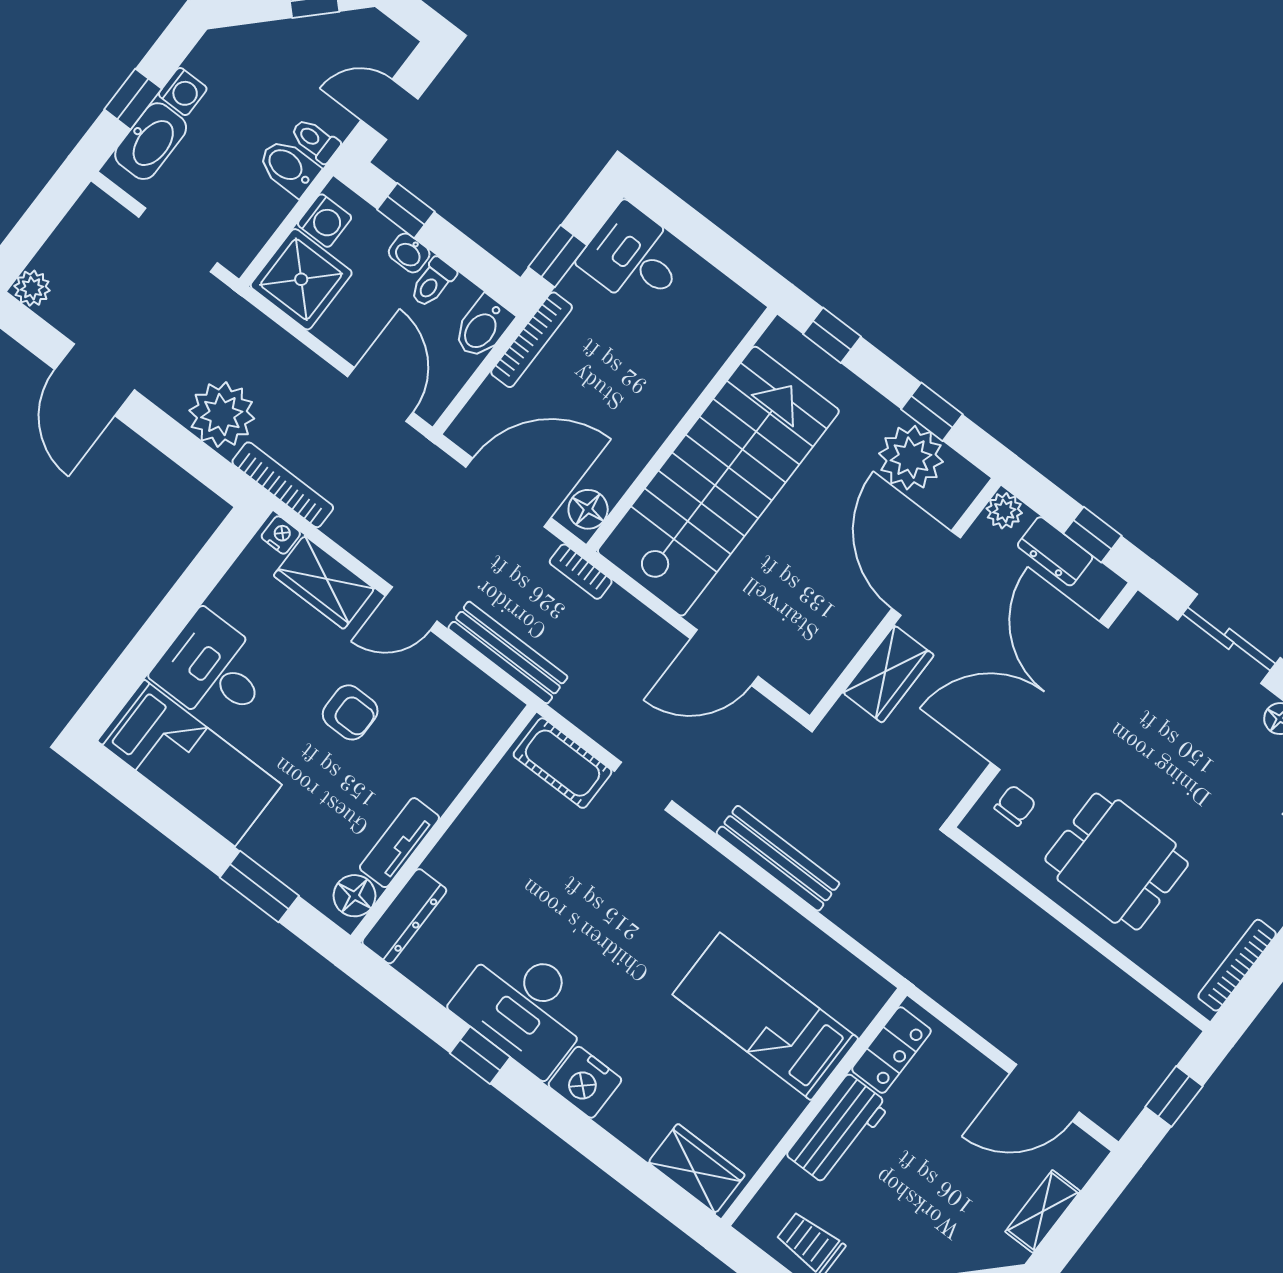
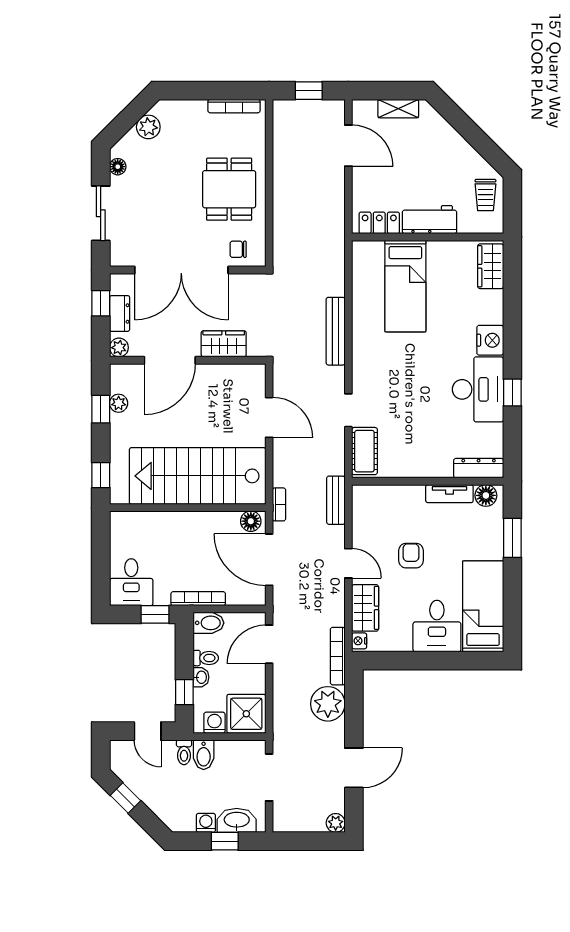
plant: (911, 458) -> (119, 403), width x0.53, depth x0.53
bench: (508, 653) -> (336, 500), width x0.73

